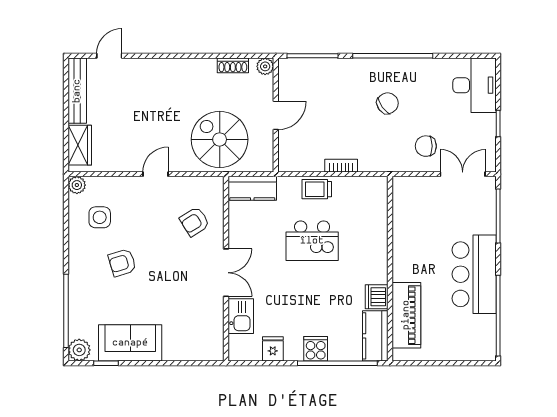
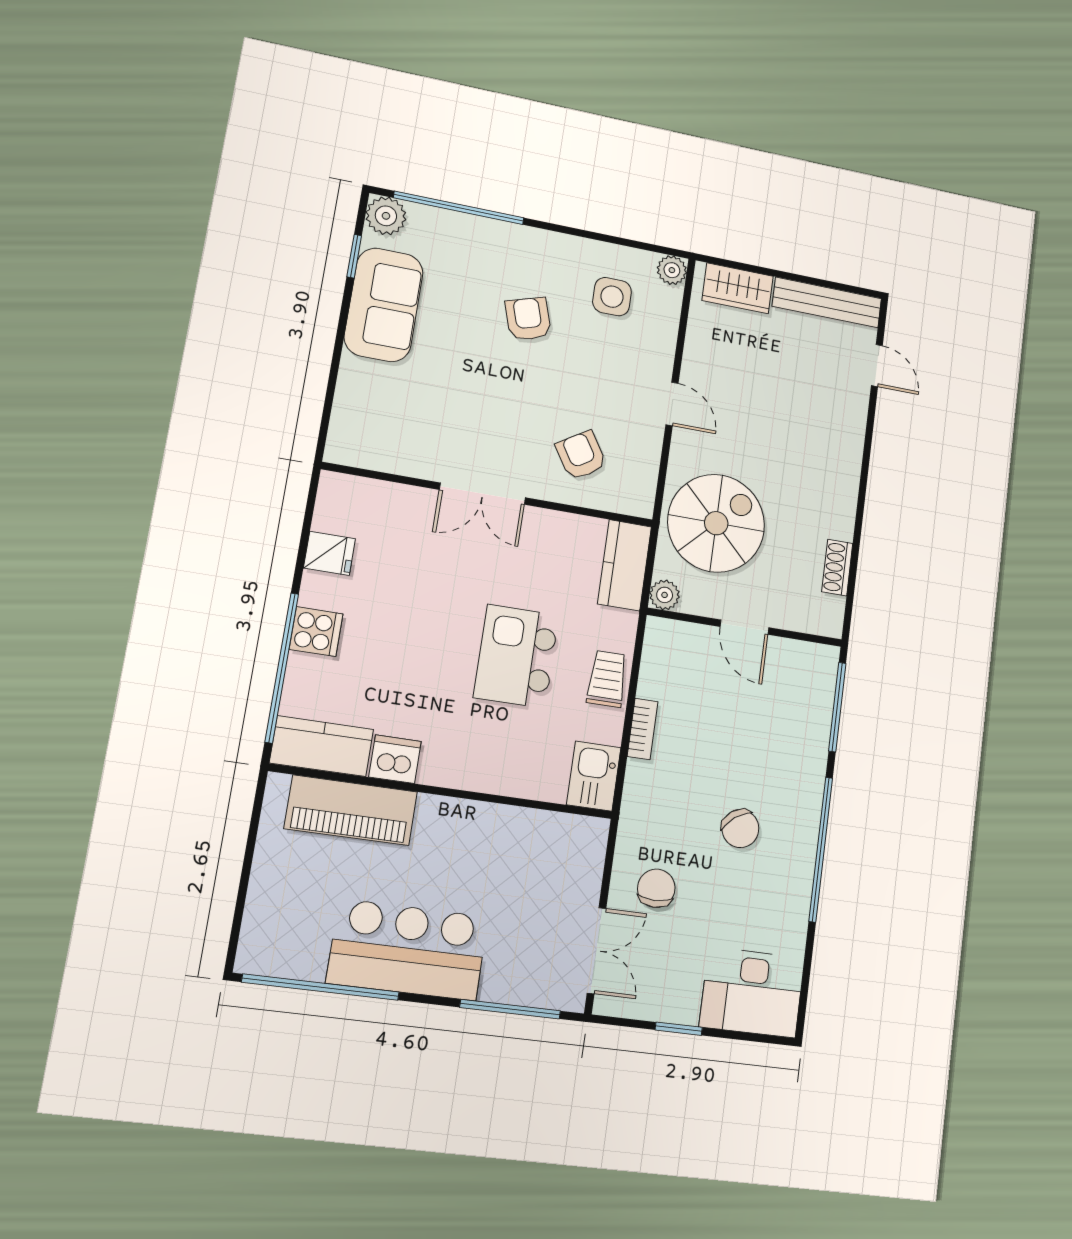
plant: (265, 66) -> (665, 595), moved
kitchen sink: (241, 316) -> (594, 776), moved, turned 90

